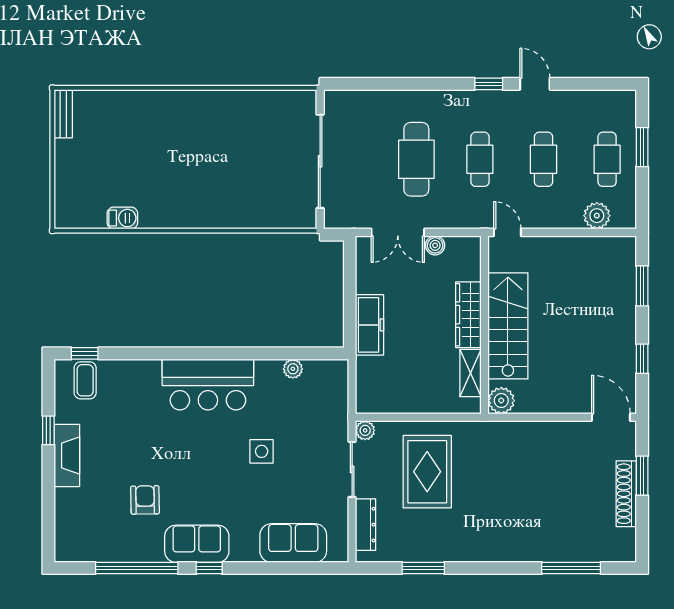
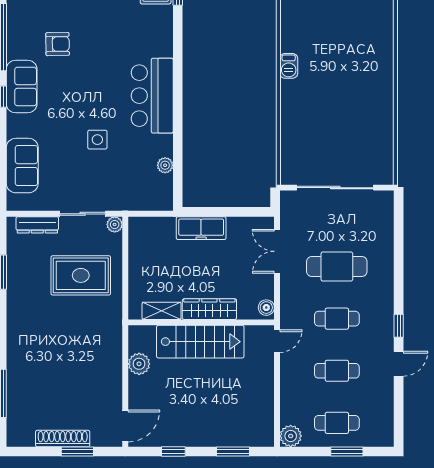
plant: (597, 216) -> (291, 436), moved
barbecue: (122, 218) -> (289, 66), moved
boiler: (435, 245) -> (266, 308), moved
plant: (501, 401) -> (139, 364), moved

